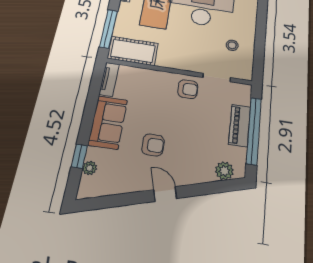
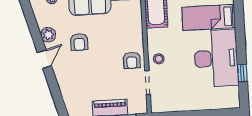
stool: (232, 45) -> (159, 59), moved
plant: (224, 171) -> (48, 35), moved

